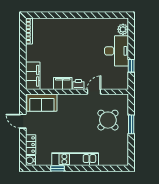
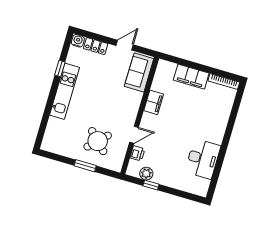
plant: (123, 29) -> (146, 174), moved
desk: (117, 51) -> (203, 159), moved, turned -90
filing cabinet: (33, 76) -> (191, 77), moved
printer: (78, 85) -> (137, 153), moved
door: (94, 92) -> (134, 135), hinge flipped

